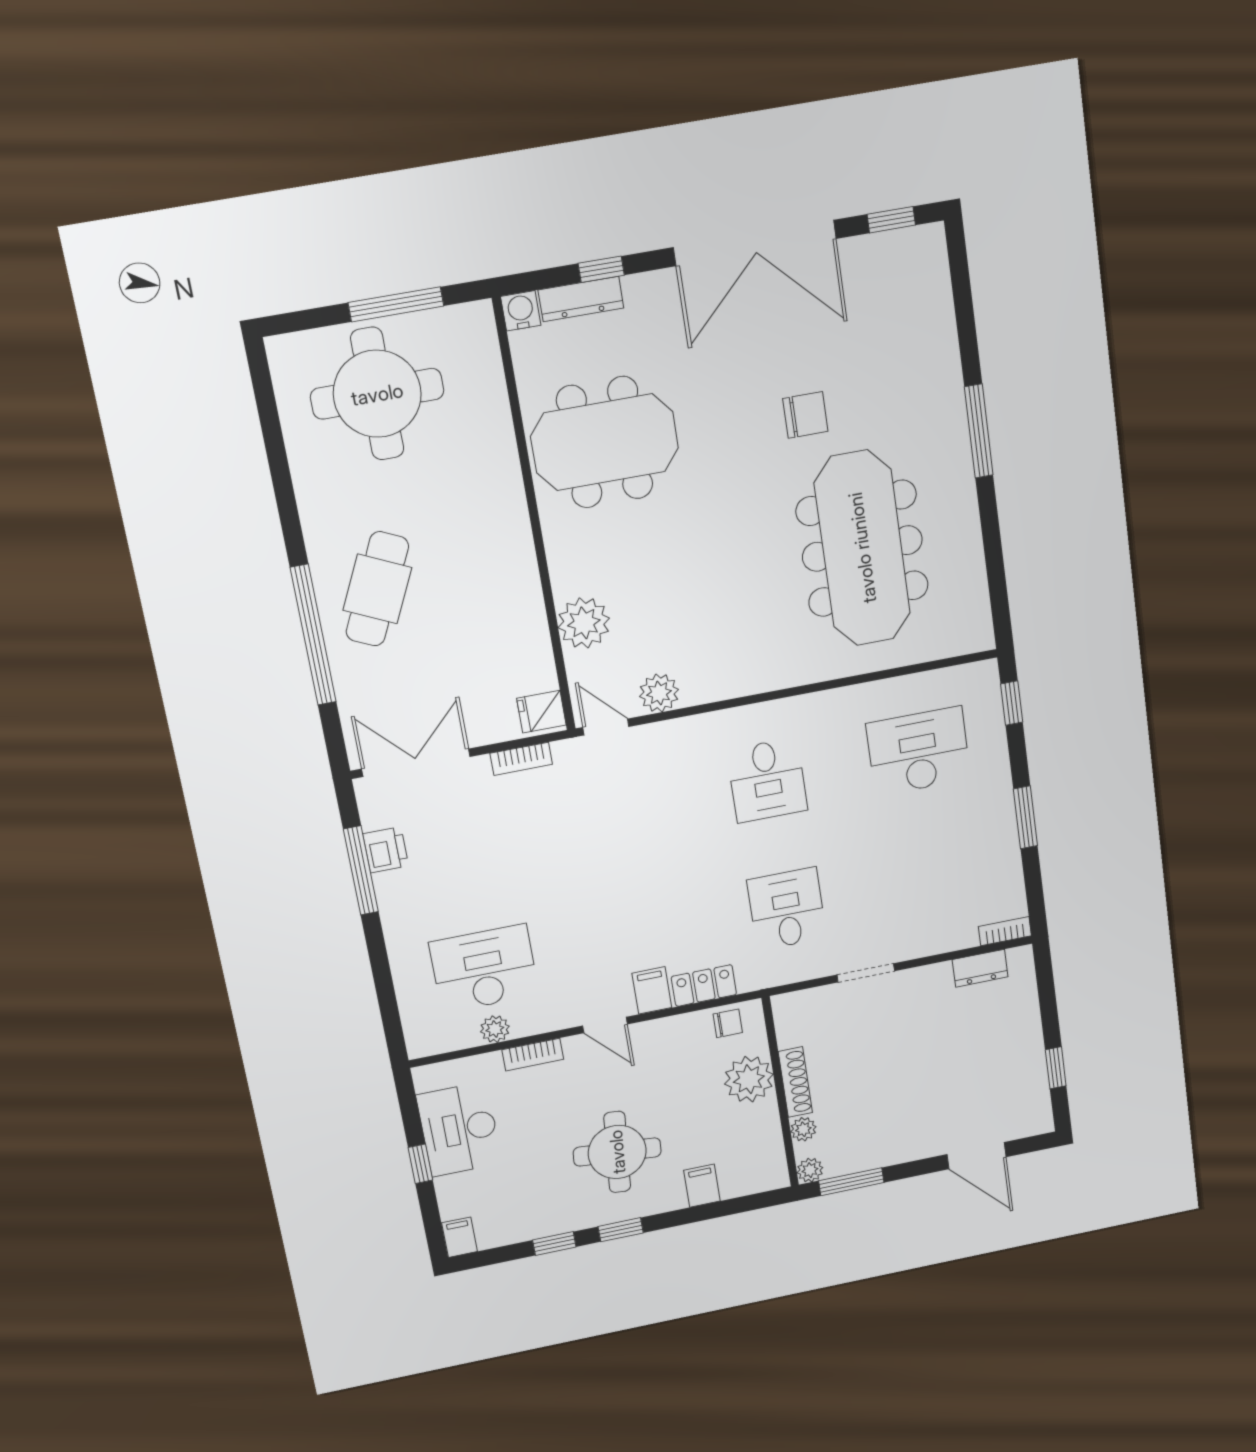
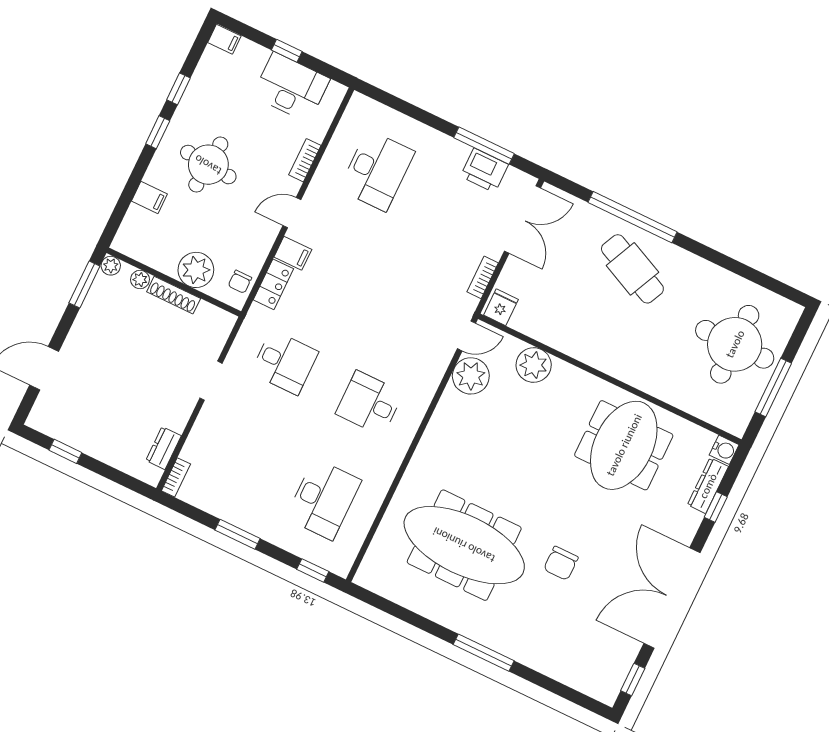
plant: (659, 693) -> (471, 376), width x1.36, depth x1.36
printer: (386, 850) -> (484, 170), width x1.36, depth x1.24
plant: (495, 1029) -> (336, 150), removed

